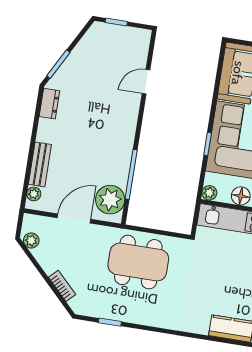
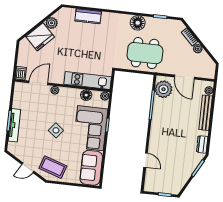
door: (146, 82) -> (146, 160), hinge flipped
bench: (40, 164) -> (206, 113), width x1.36
door: (74, 219) -> (184, 77), hinge flipped
plant: (31, 241) -> (198, 49), moved
floor lamp: (148, 314) -> (138, 23), added

